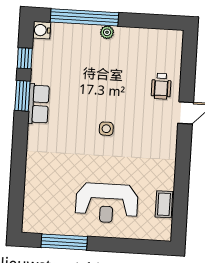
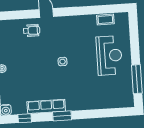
window: (22, 96) -> (62, 116), moved
row of seats: (38, 104) -> (46, 106), width x1.48

